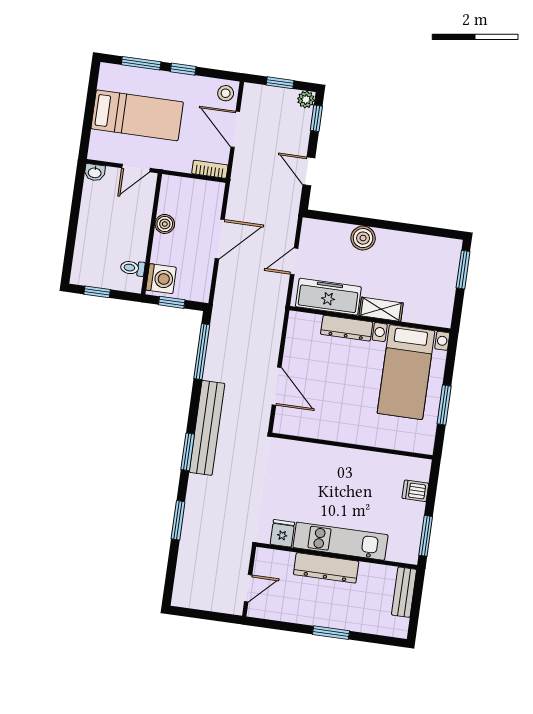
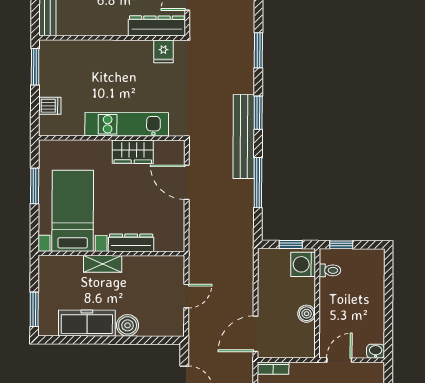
door: (220, 239) -> (255, 334), moved
window: (97, 292) -> (341, 245), moved
freezer: (328, 297) -> (87, 323), moved, turned 180
window: (202, 352) -> (258, 183), moved
wardrobe: (331, 428) -> (133, 152), added
kitchen unit: (340, 541) -> (127, 124), moved, turned 180
dresser: (326, 568) -> (157, 26), moved

